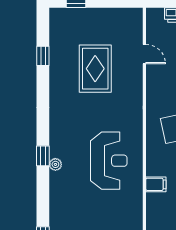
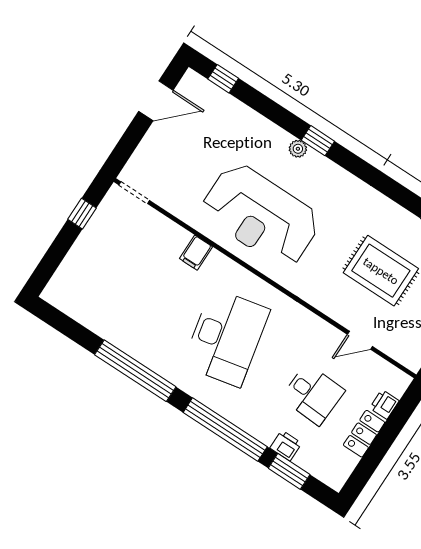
reception desk: (109, 161) -> (261, 215), width x1.36, depth x1.30

